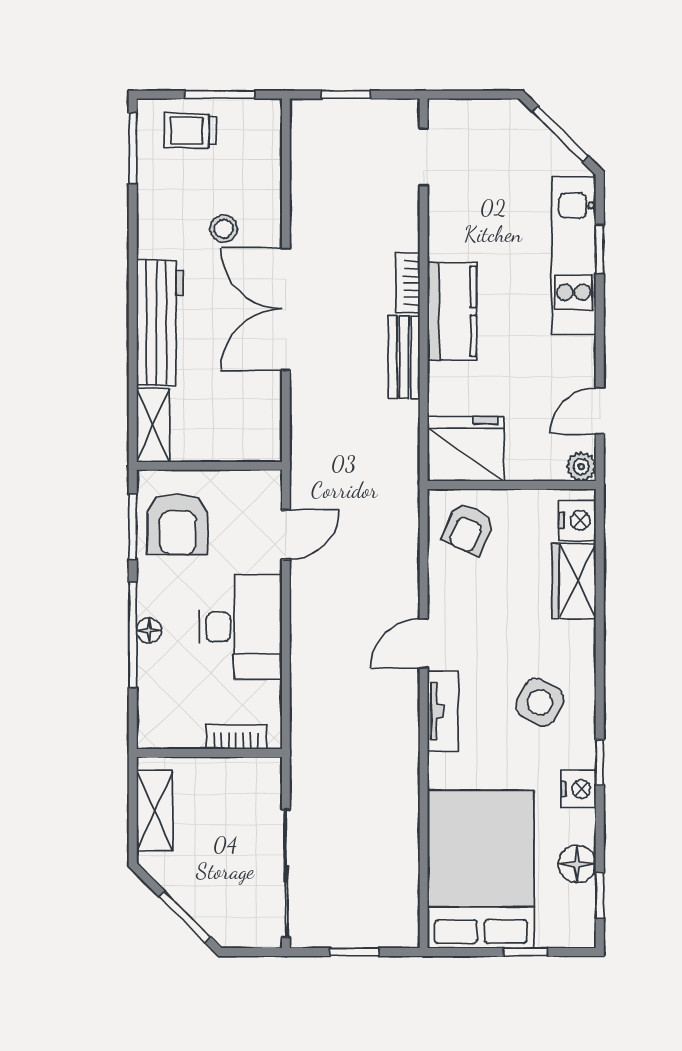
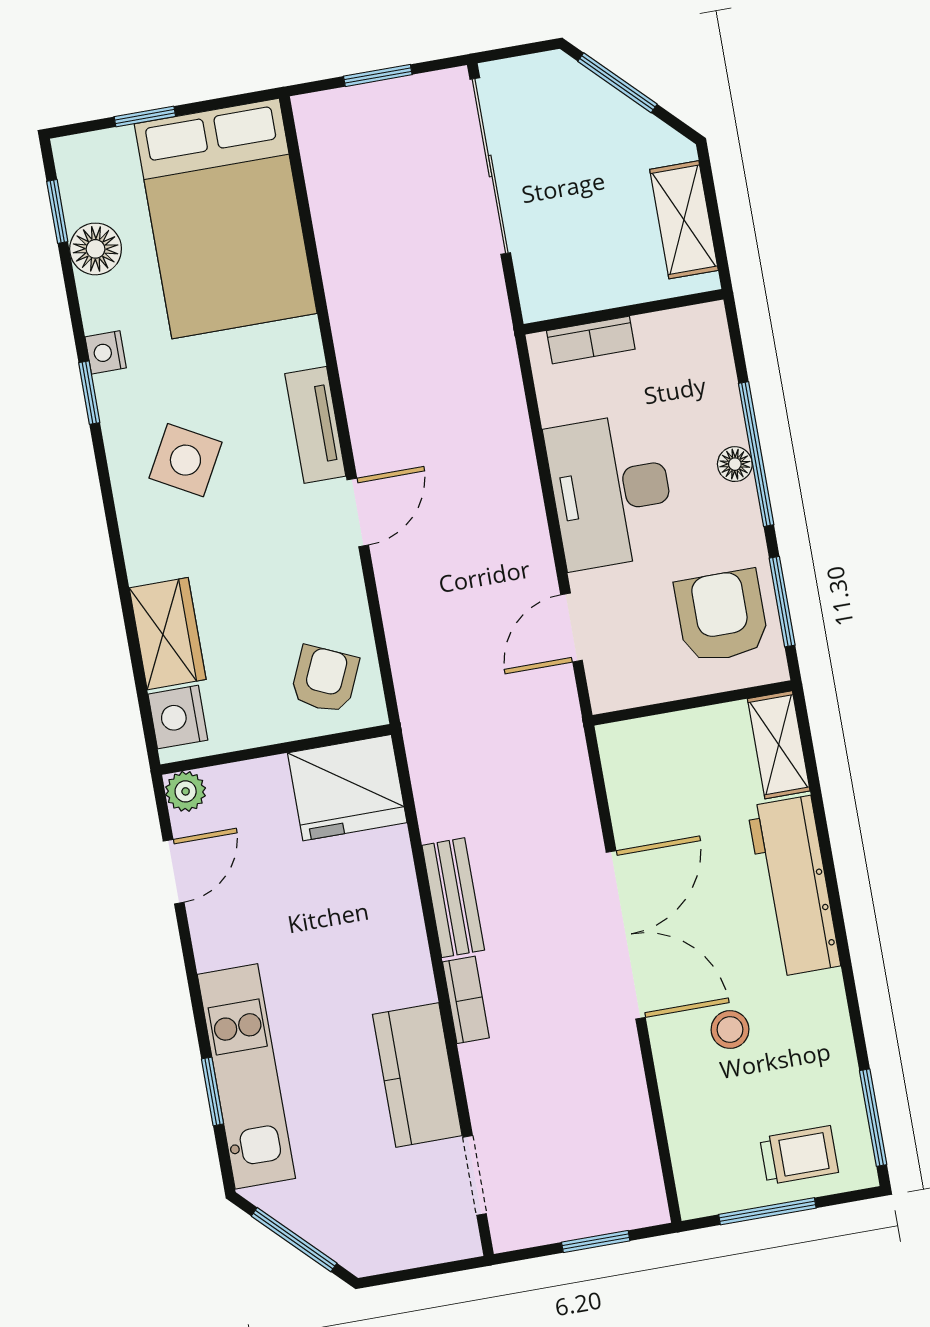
kitchen counter: (452, 311) -> (417, 1075), moved
nightstand: (578, 789) -> (106, 352), width x0.72, depth x0.74

